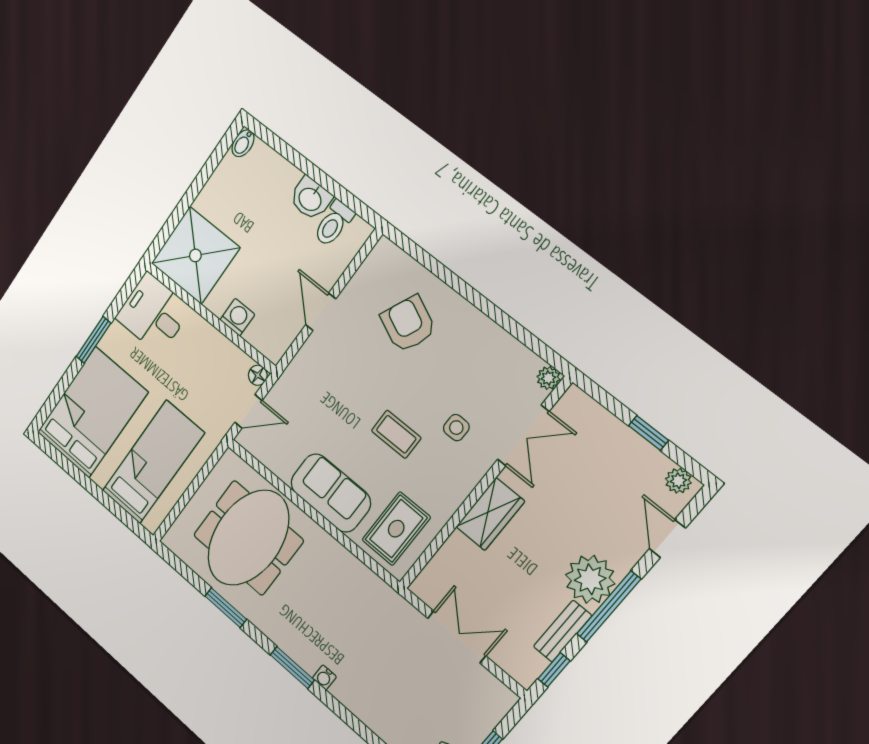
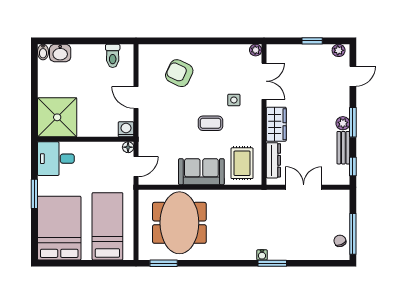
washbasin: (311, 199) -> (60, 53), moved
washing machine: (237, 317) -> (126, 129), moved
door: (668, 538) -> (353, 76), swing flipped
dresser: (444, 562) -> (273, 160), added
plant: (590, 579) -> (343, 123), width x0.53, depth x0.53
window: (609, 607) -> (353, 122), width x0.69
window: (226, 608) -> (164, 263), moved
window: (292, 667) -> (272, 263), moved

